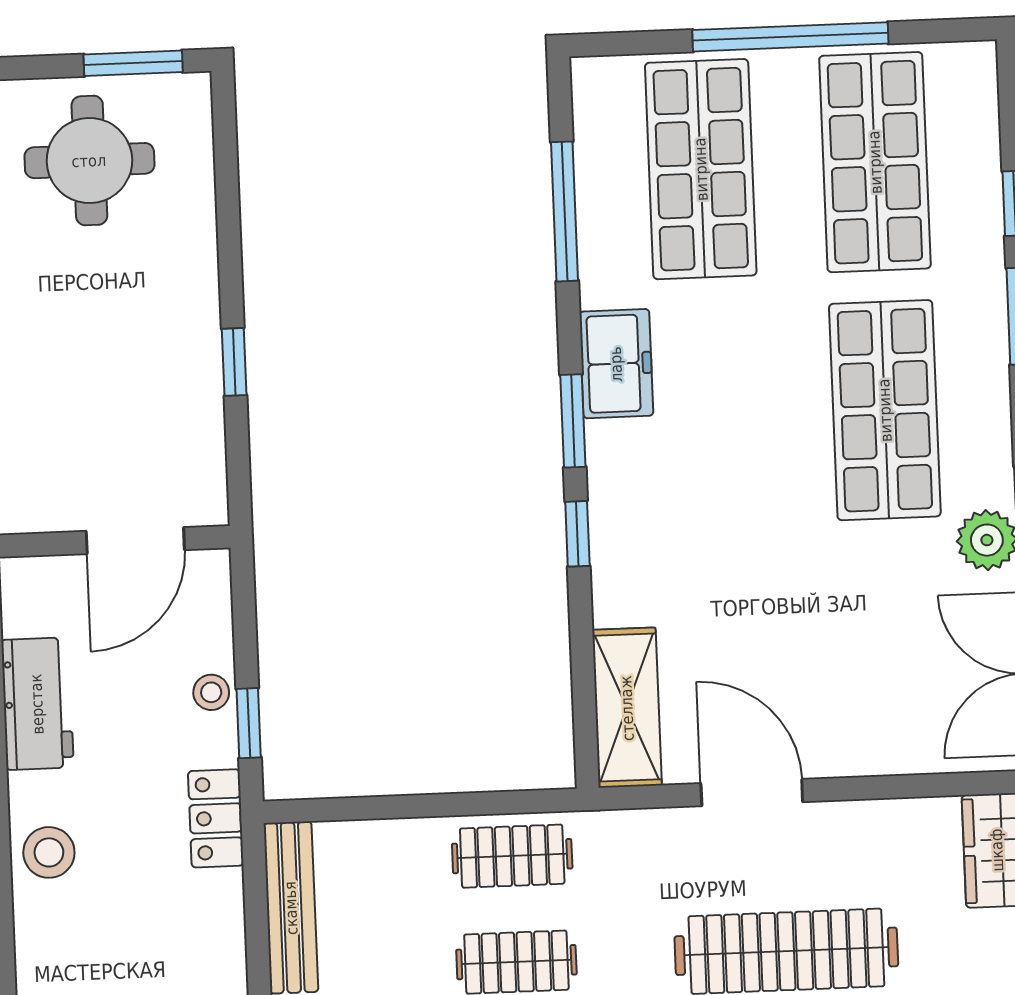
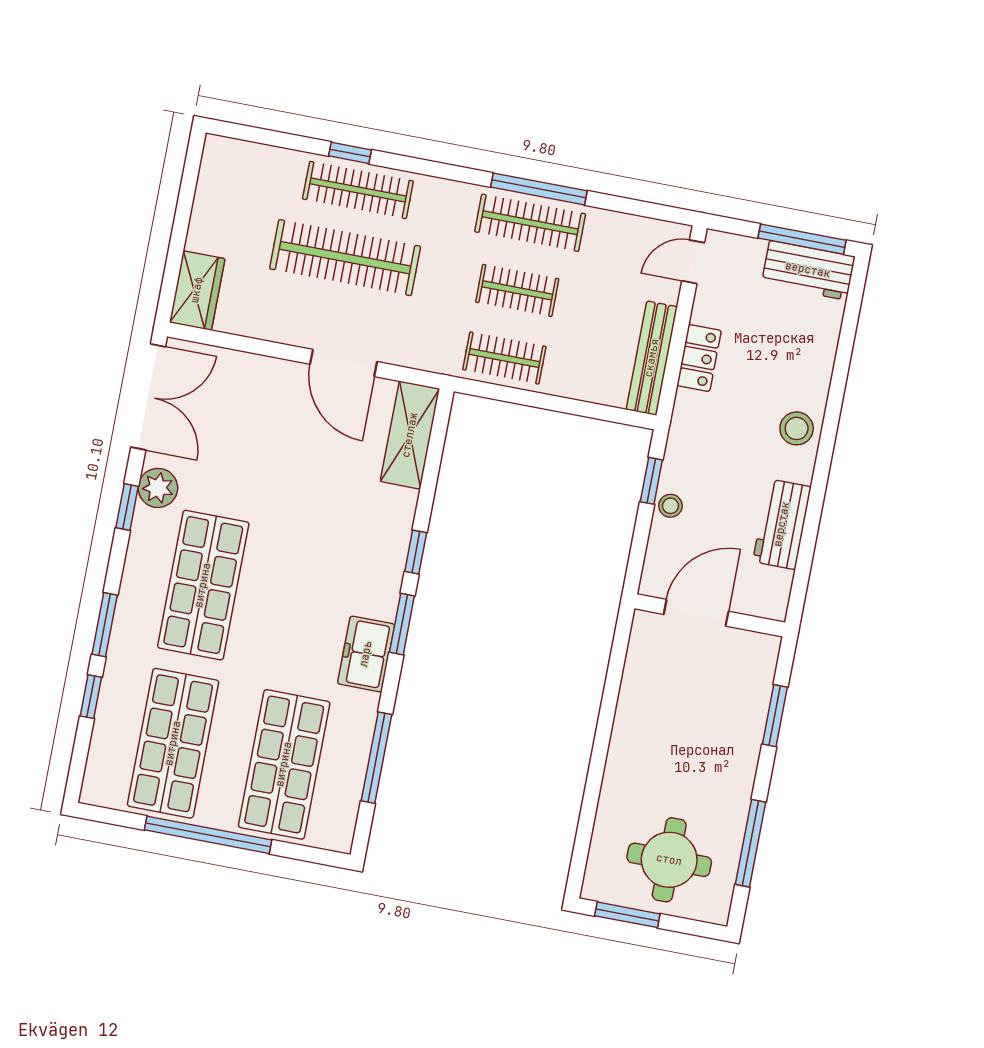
window: (234, 362) -> (607, 711), removed
locker: (216, 818) -> (699, 358), moved

